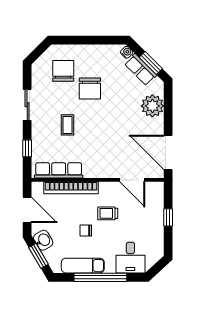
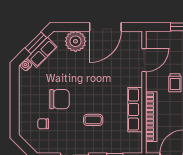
chair: (63, 71) -> (43, 124), width x0.54, depth x0.54
door: (168, 152) -> (105, 27), moved
row of seats: (59, 170) -> (135, 110), moved

